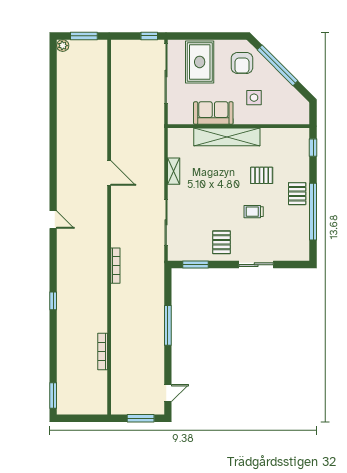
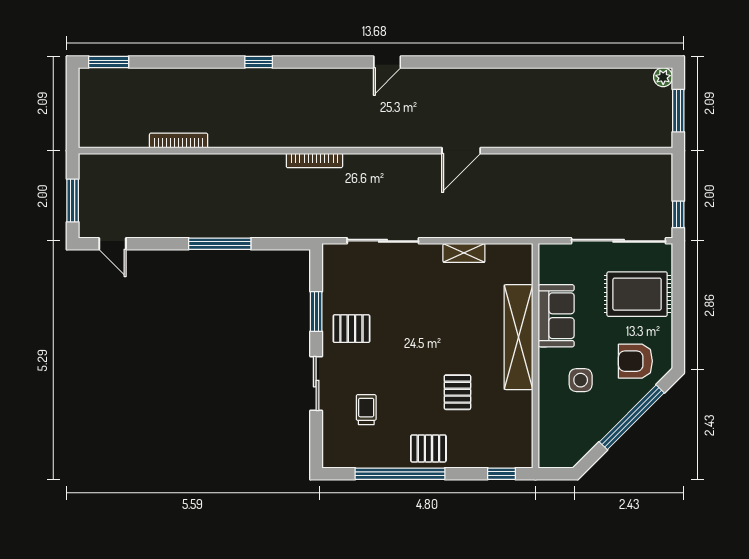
trolley: (254, 212) -> (366, 410), moved
window: (195, 265) -> (316, 312), moved

